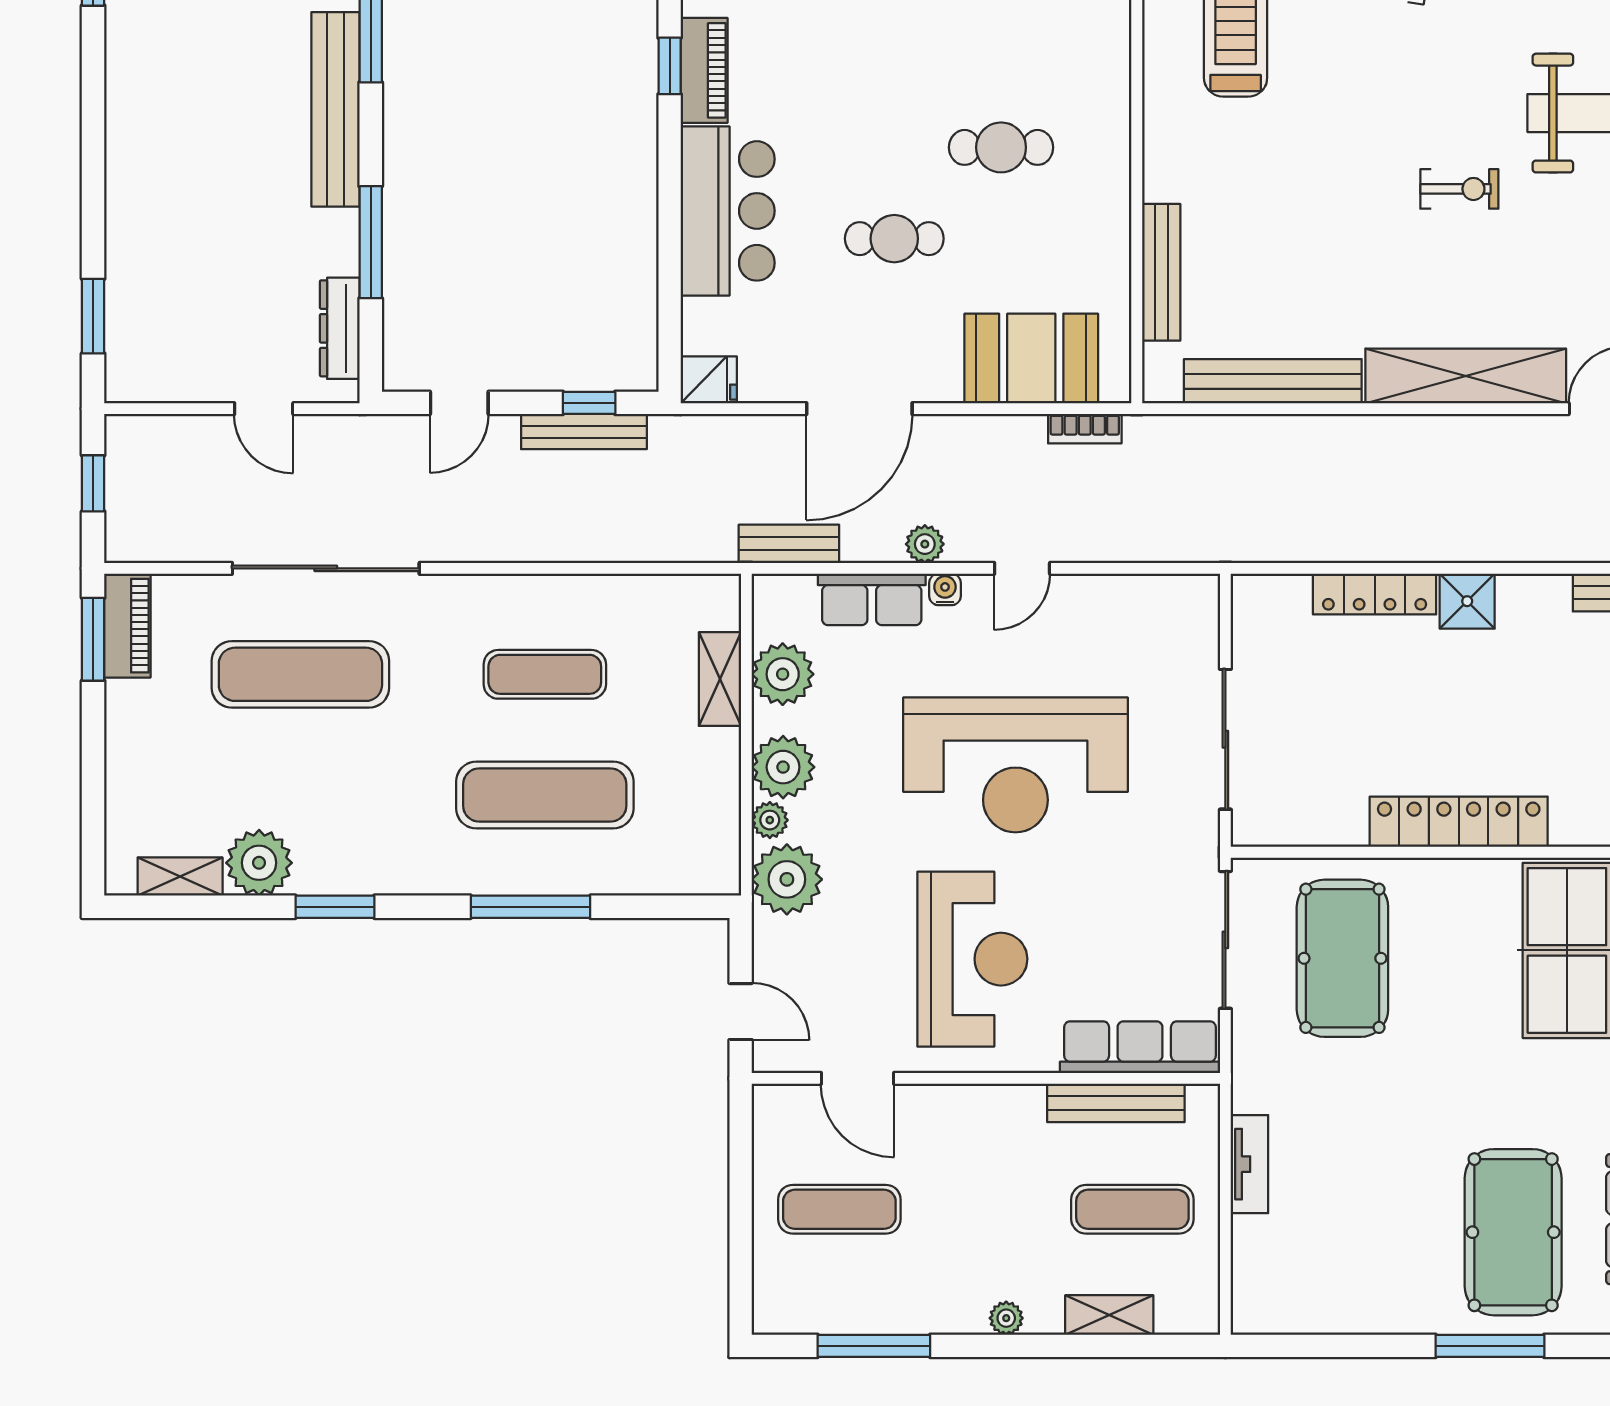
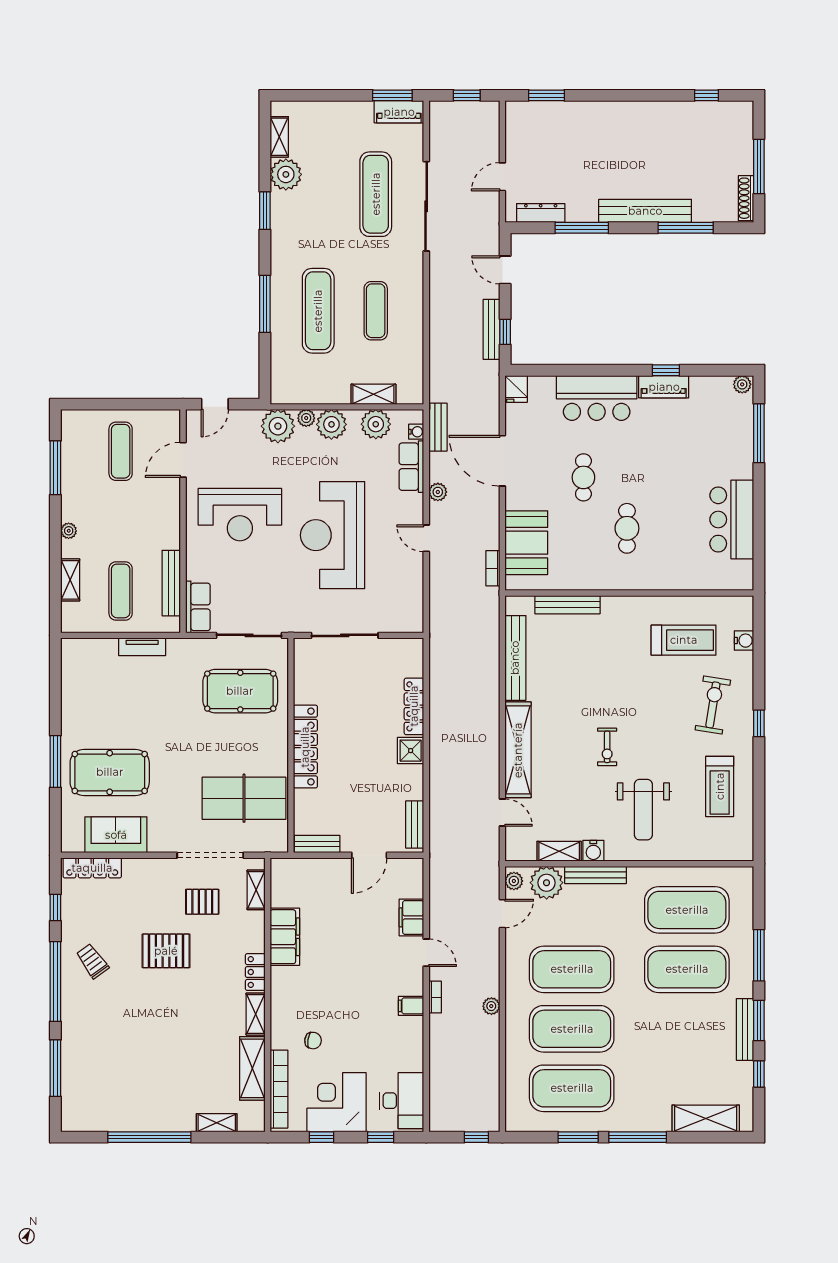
water cooler: (945, 589) -> (416, 432), moved
row of seats: (1140, 1047) -> (198, 607), width x0.68

